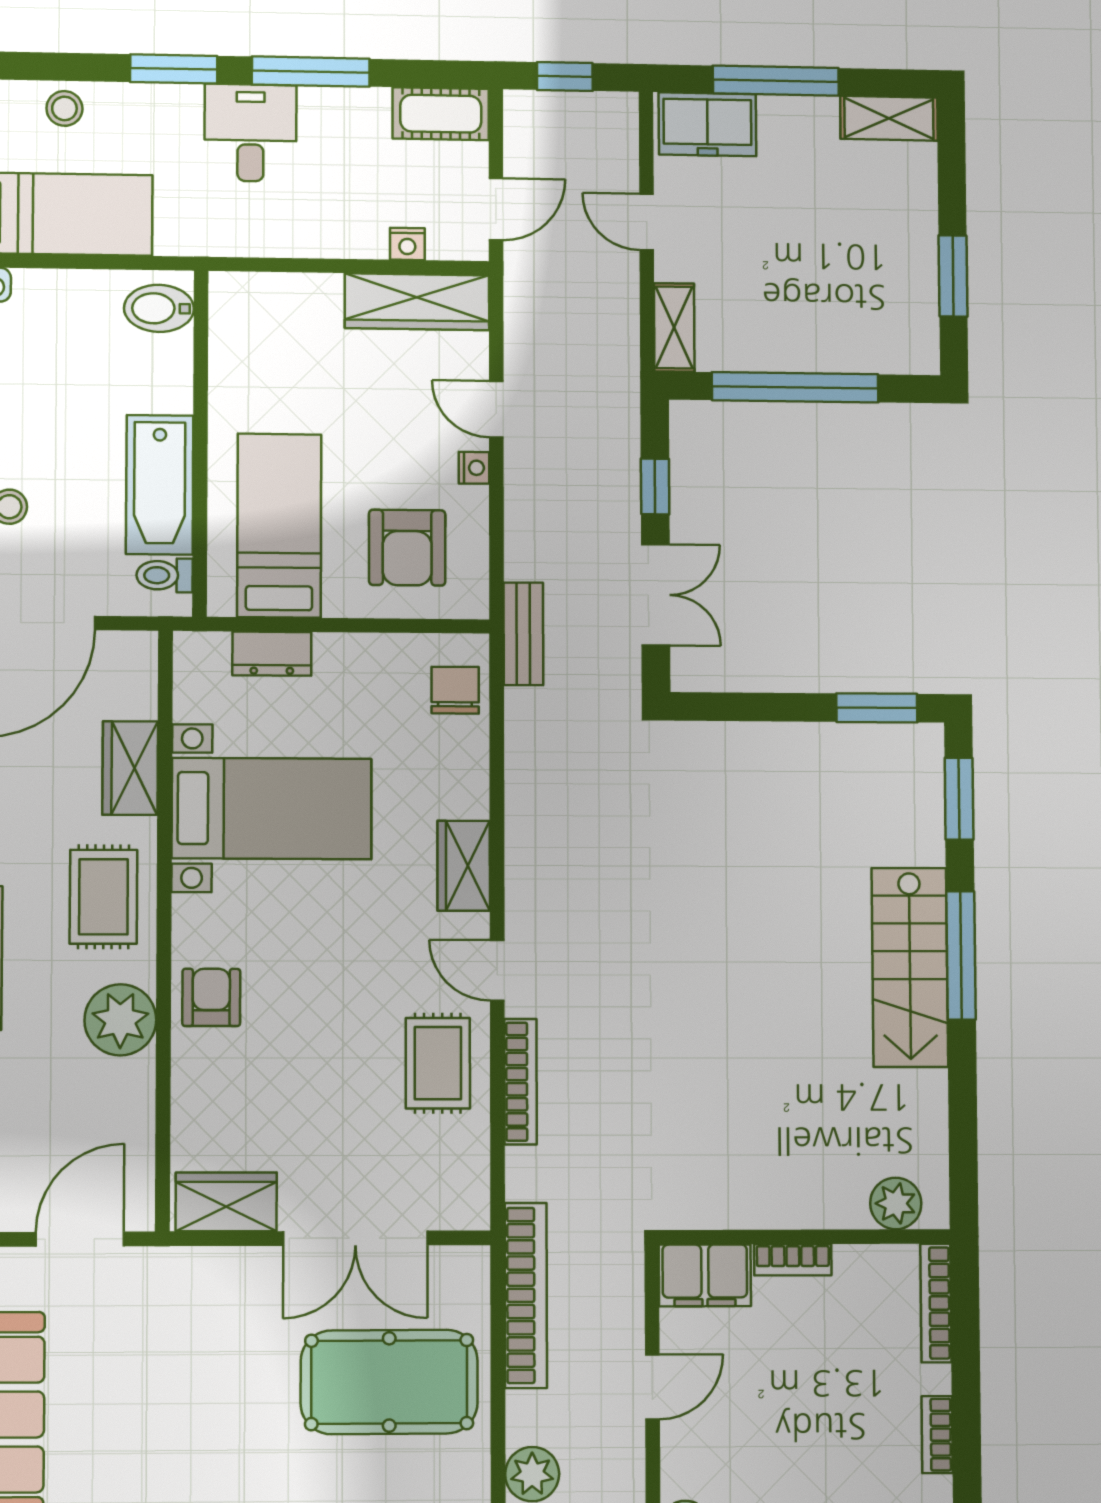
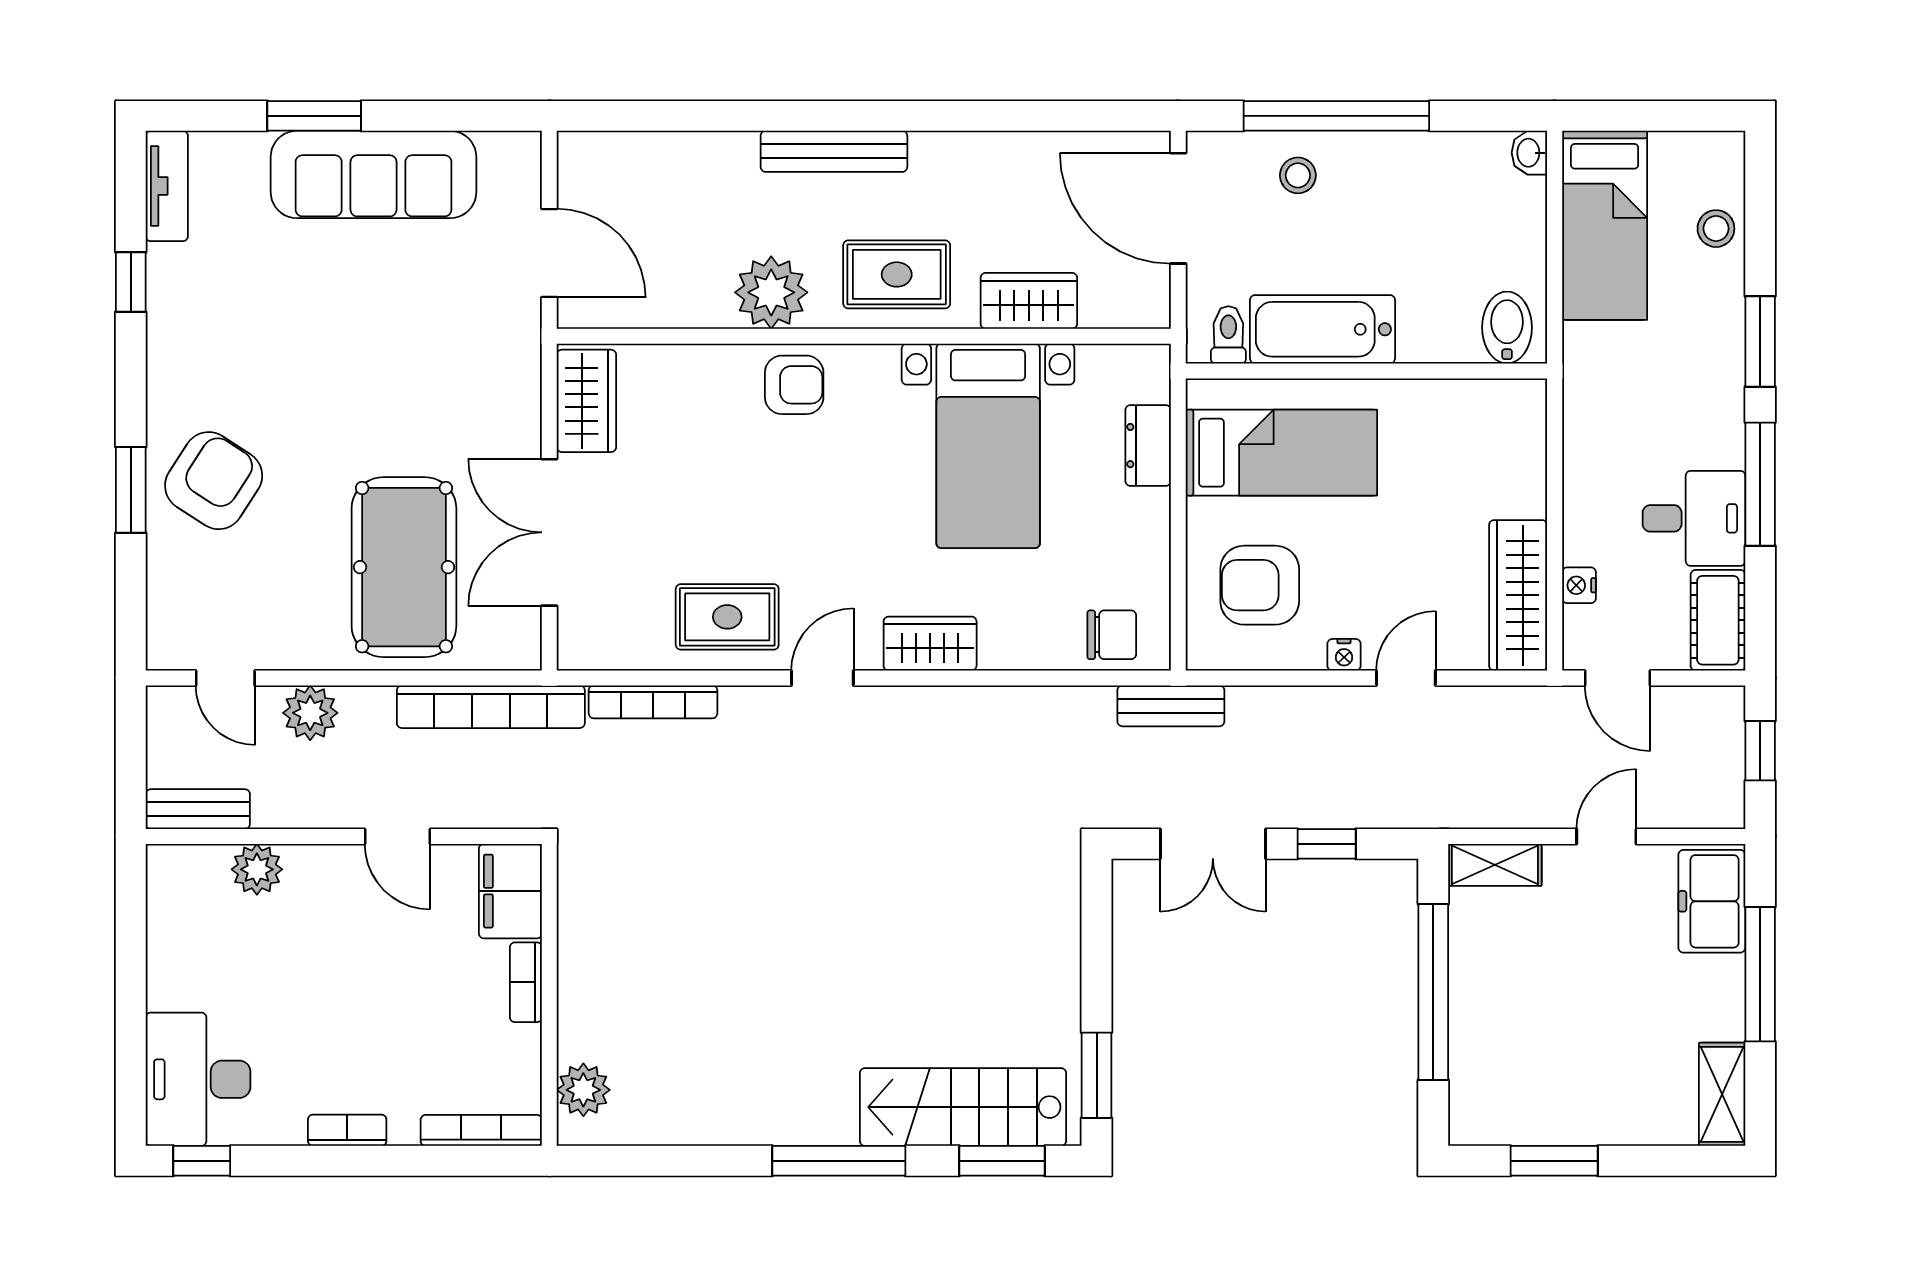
desk: (250, 133) -> (1694, 518), moved
stairs: (910, 967) -> (963, 1107), moved
bookcase: (521, 1082) -> (653, 702), moved

